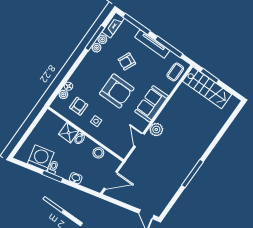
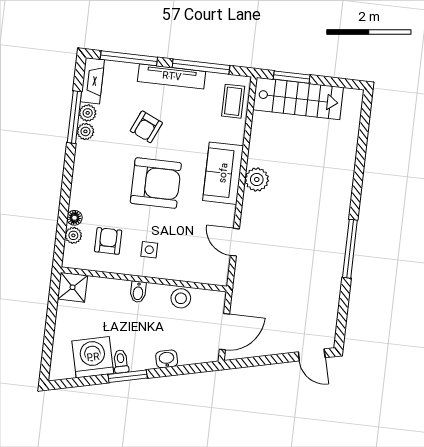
plant: (156, 130) -> (257, 179), moved
shower: (69, 133) -> (73, 287), moved

